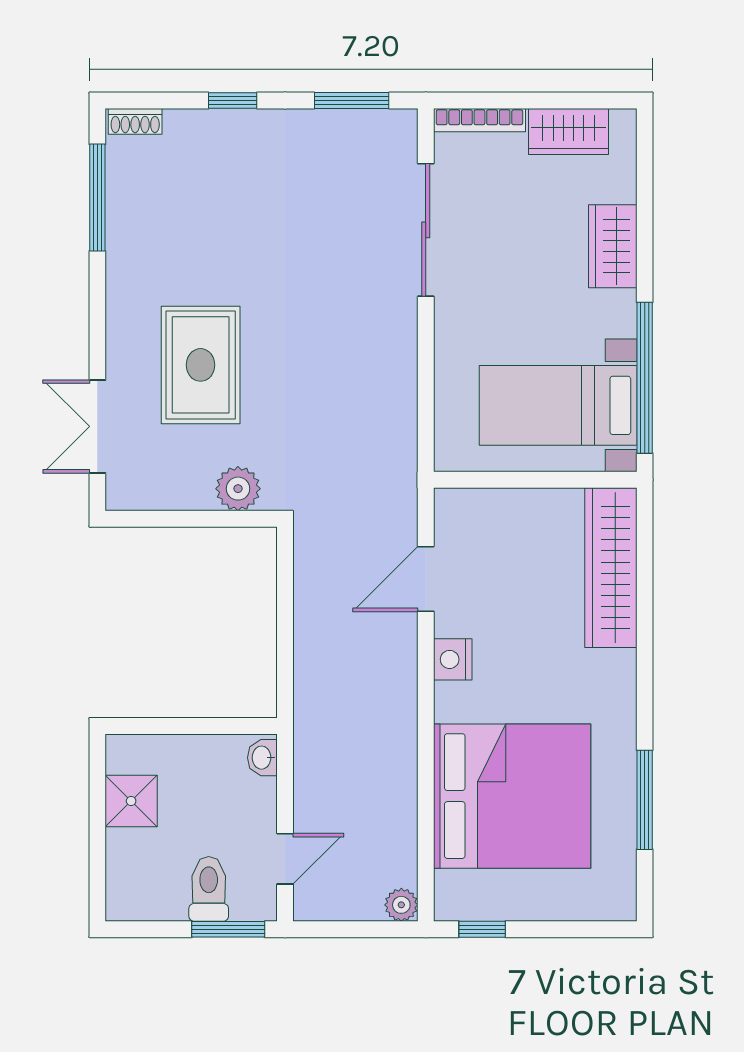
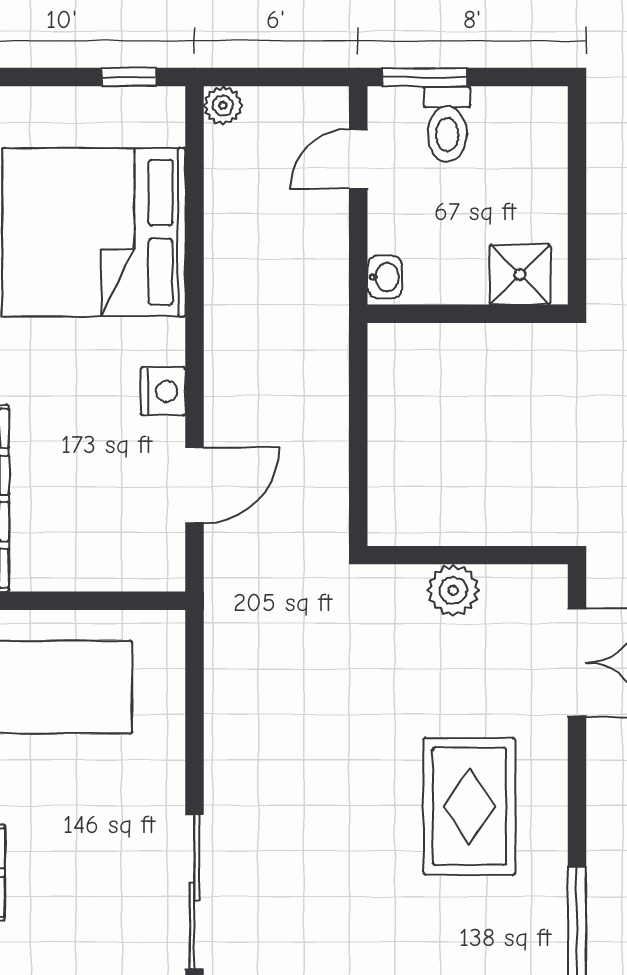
rug: (201, 365) -> (469, 806), moved
plant: (238, 489) -> (453, 590), moved
shower: (131, 801) -> (520, 275), moved

